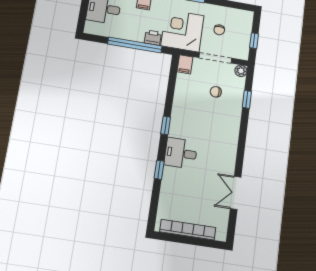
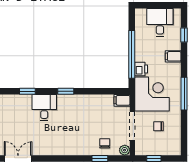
chair: (216, 92) -> (105, 143), moved

